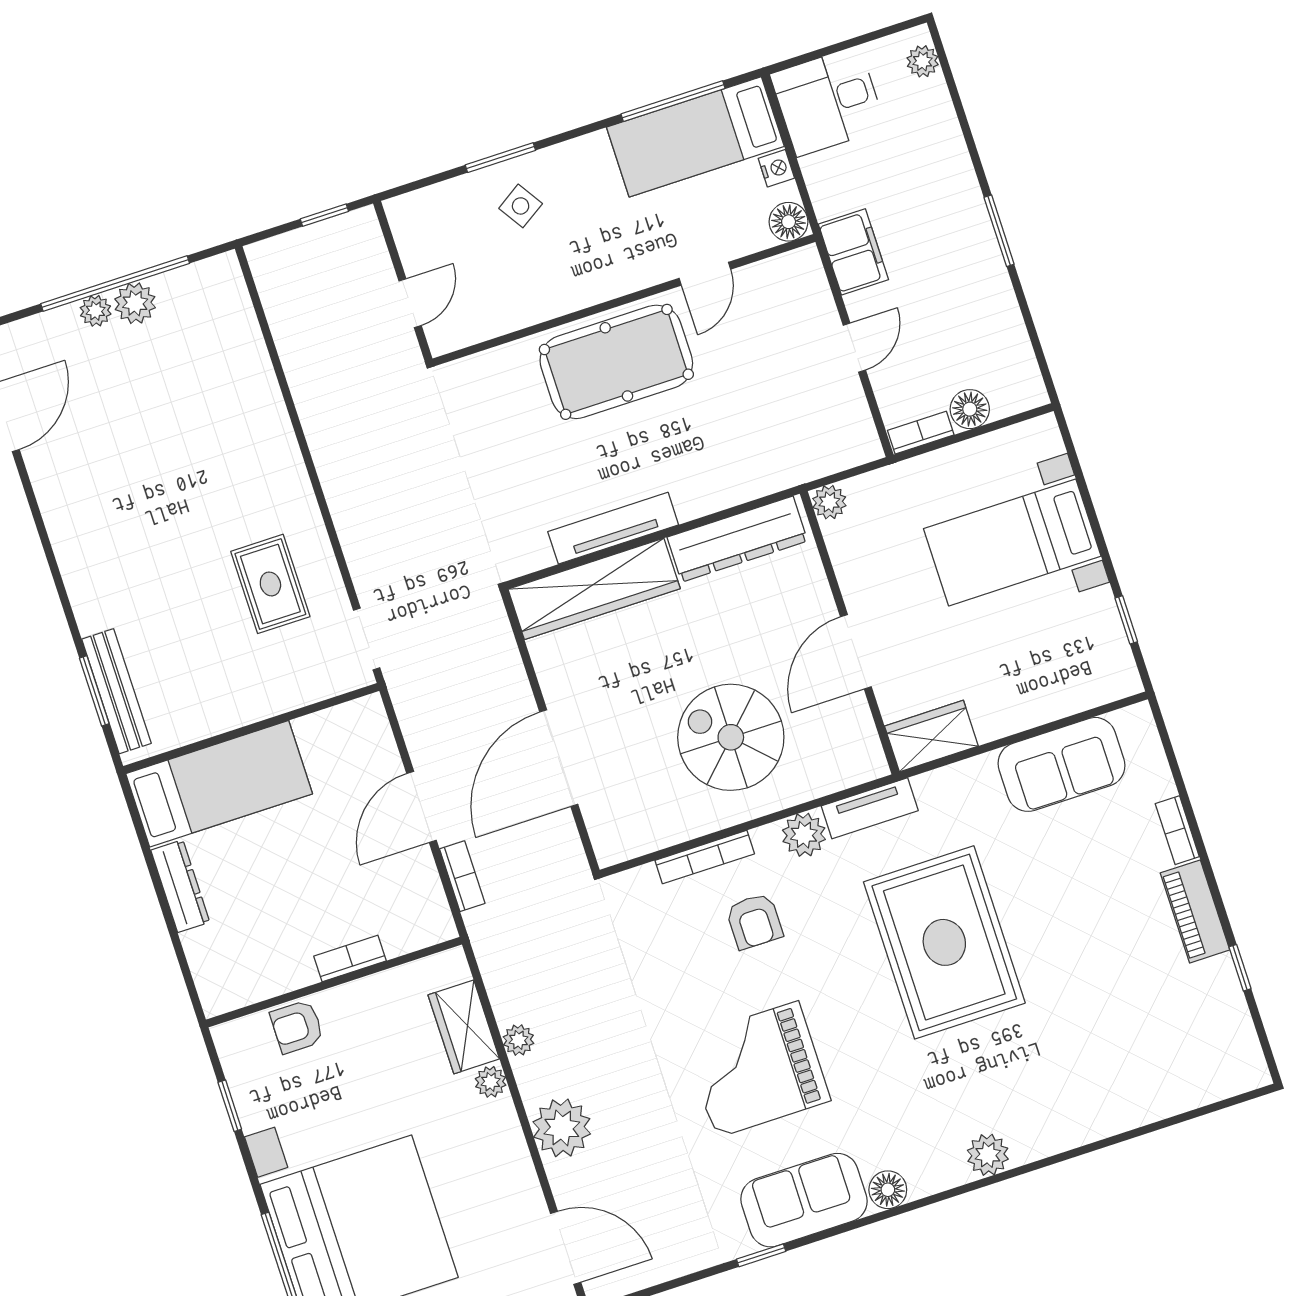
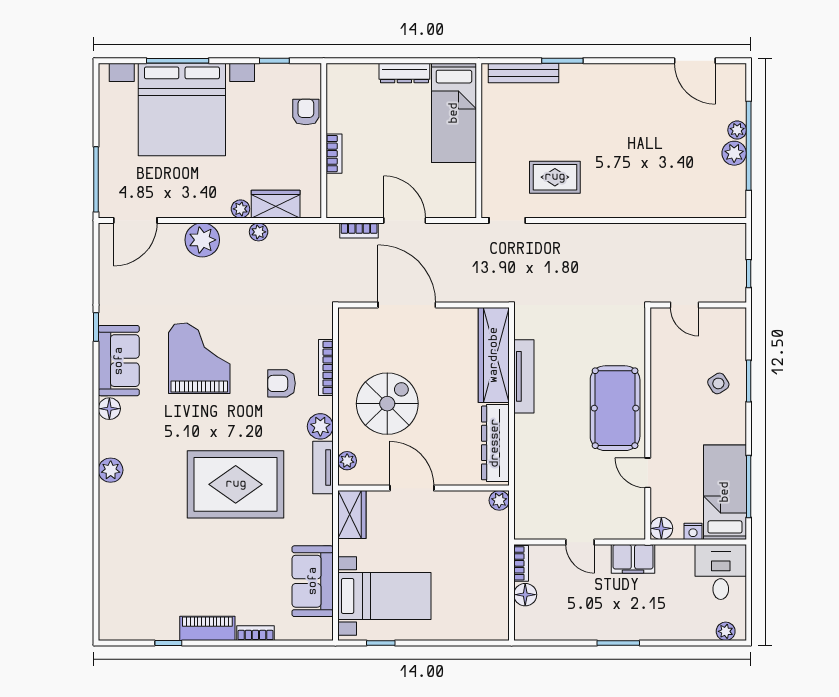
bed with nightstands: (1012, 542) -> (384, 596), moved, turned 90
window: (94, 691) -> (562, 61), moved
plant: (846, 773) -> (347, 461), added

